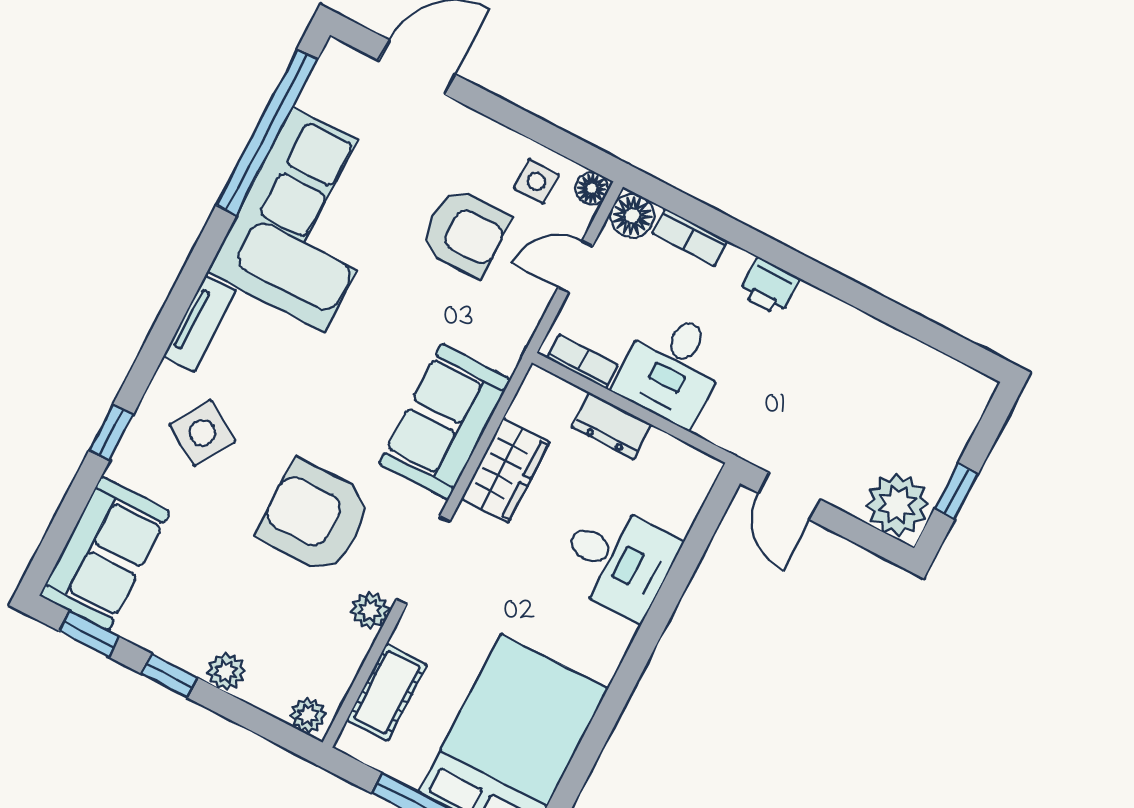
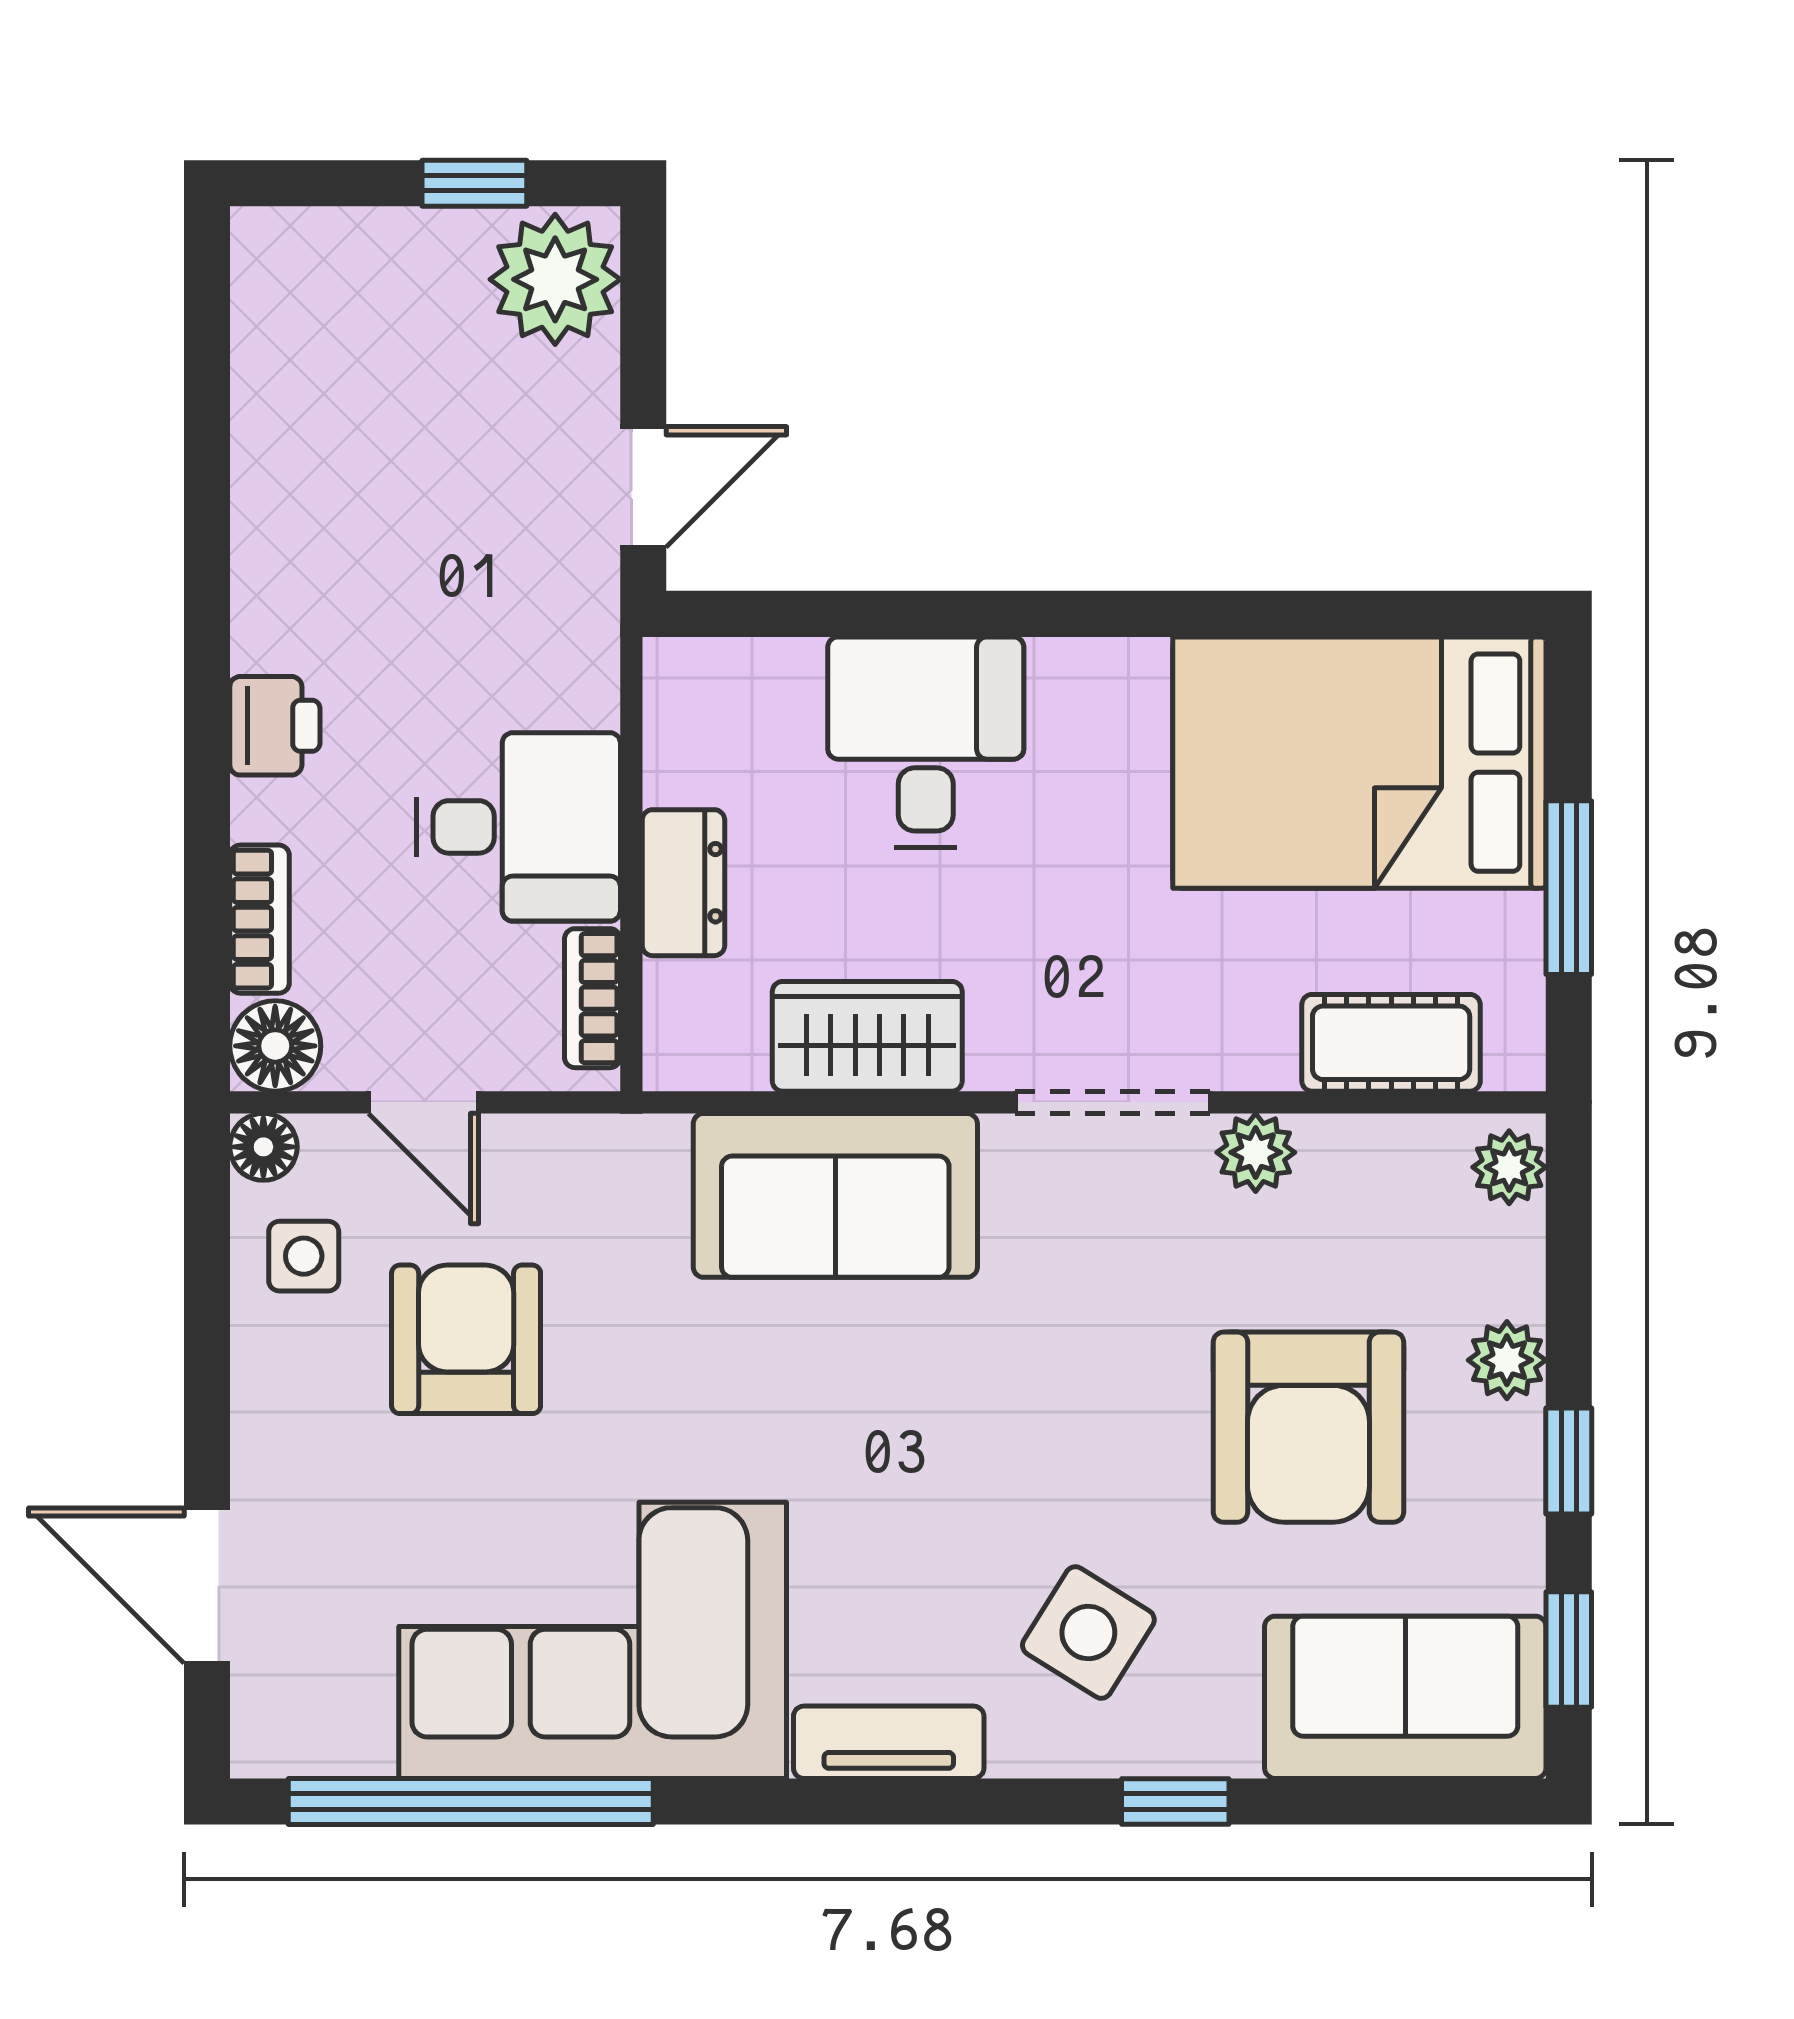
armchair: (315, 517) -> (1308, 1427), moved

